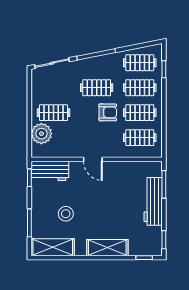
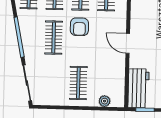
armchair: (108, 112) -> (79, 27), turned 180
plant: (41, 134) -> (105, 101), width x0.53, depth x0.53
door: (93, 159) -> (128, 43), swing flipped

